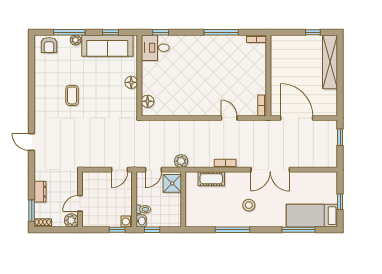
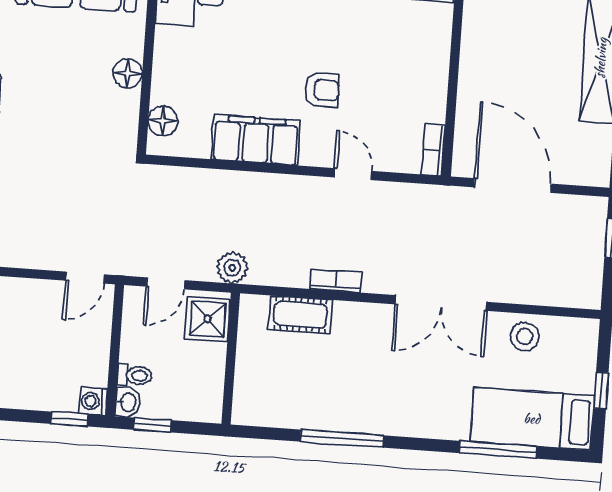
armchair: (213, 83) -> (322, 90), added
filing cabinet: (187, 107) -> (256, 140), added
stool: (249, 205) -> (525, 336), moved

